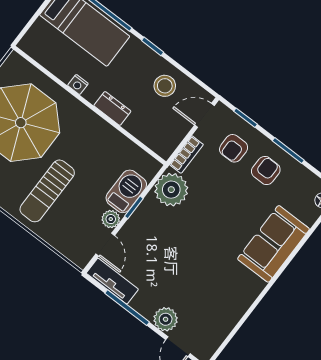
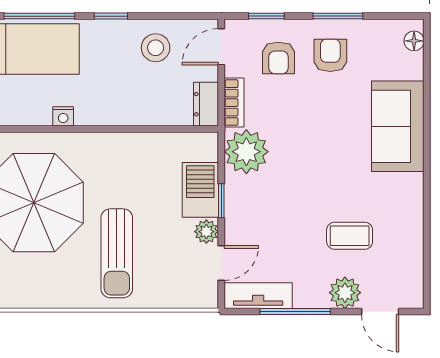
dresser: (112, 108) -> (206, 104), moved, turned -90
door: (105, 245) -> (221, 263), hinge flipped
coffee table: (194, 287) -> (350, 236), added

